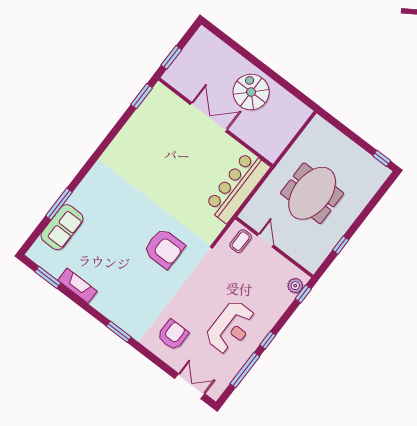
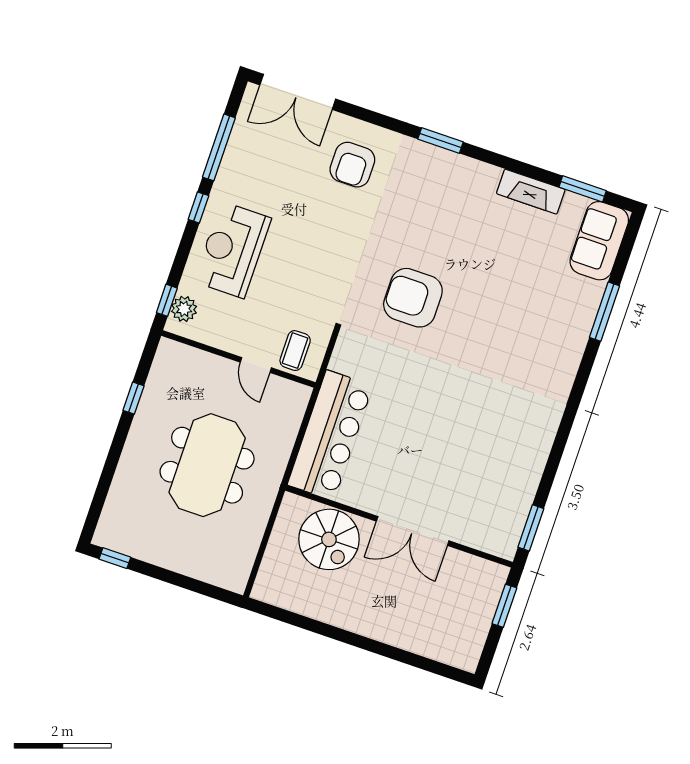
spiral stairs: (251, 92) -> (329, 539), moved
sofa: (62, 227) -> (599, 241), moved
reception desk: (231, 328) -> (233, 250), moved
double door: (190, 386) -> (298, 92), width x1.37

